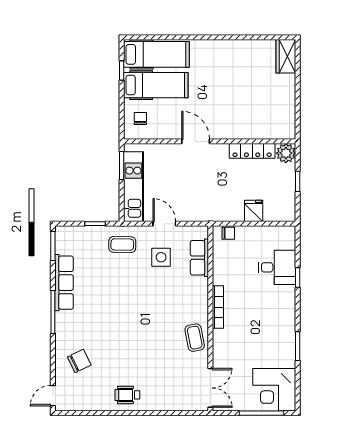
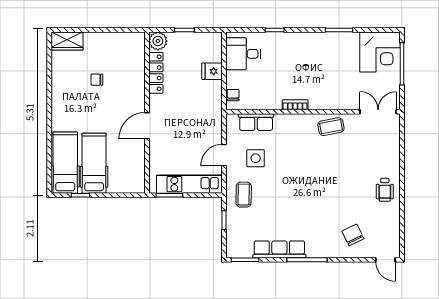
chair: (140, 119) -> (97, 80), moved
desk: (277, 267) -> (243, 54), moved, turned -90
bookcase: (218, 307) -> (295, 105), width x0.64

